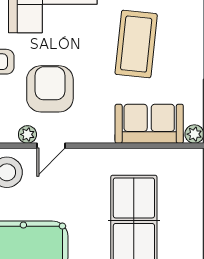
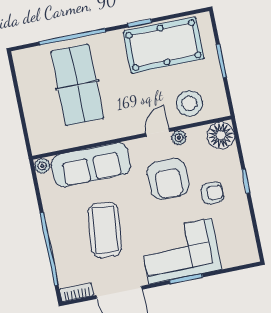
sofa: (149, 124) -> (91, 165), width x1.36

